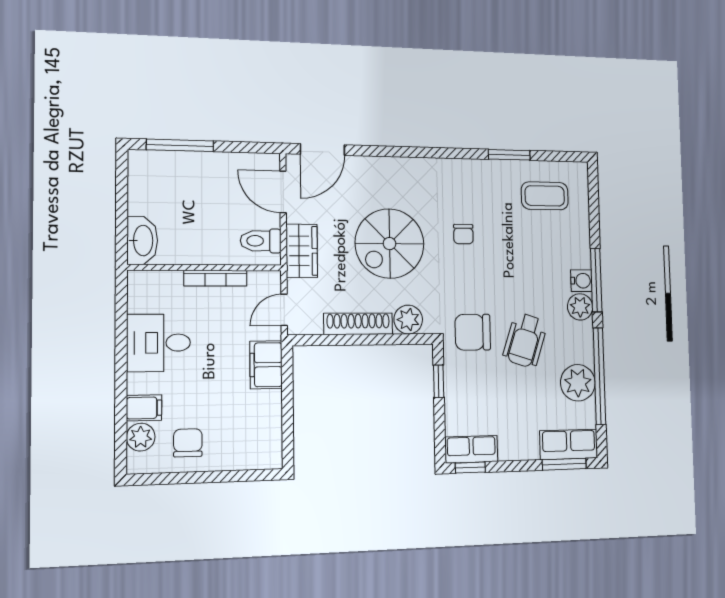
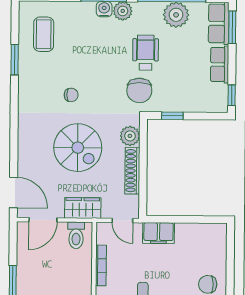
wheelchair: (525, 340) -> (146, 53), turned -108
row of seats: (471, 449) -> (220, 65), moved

